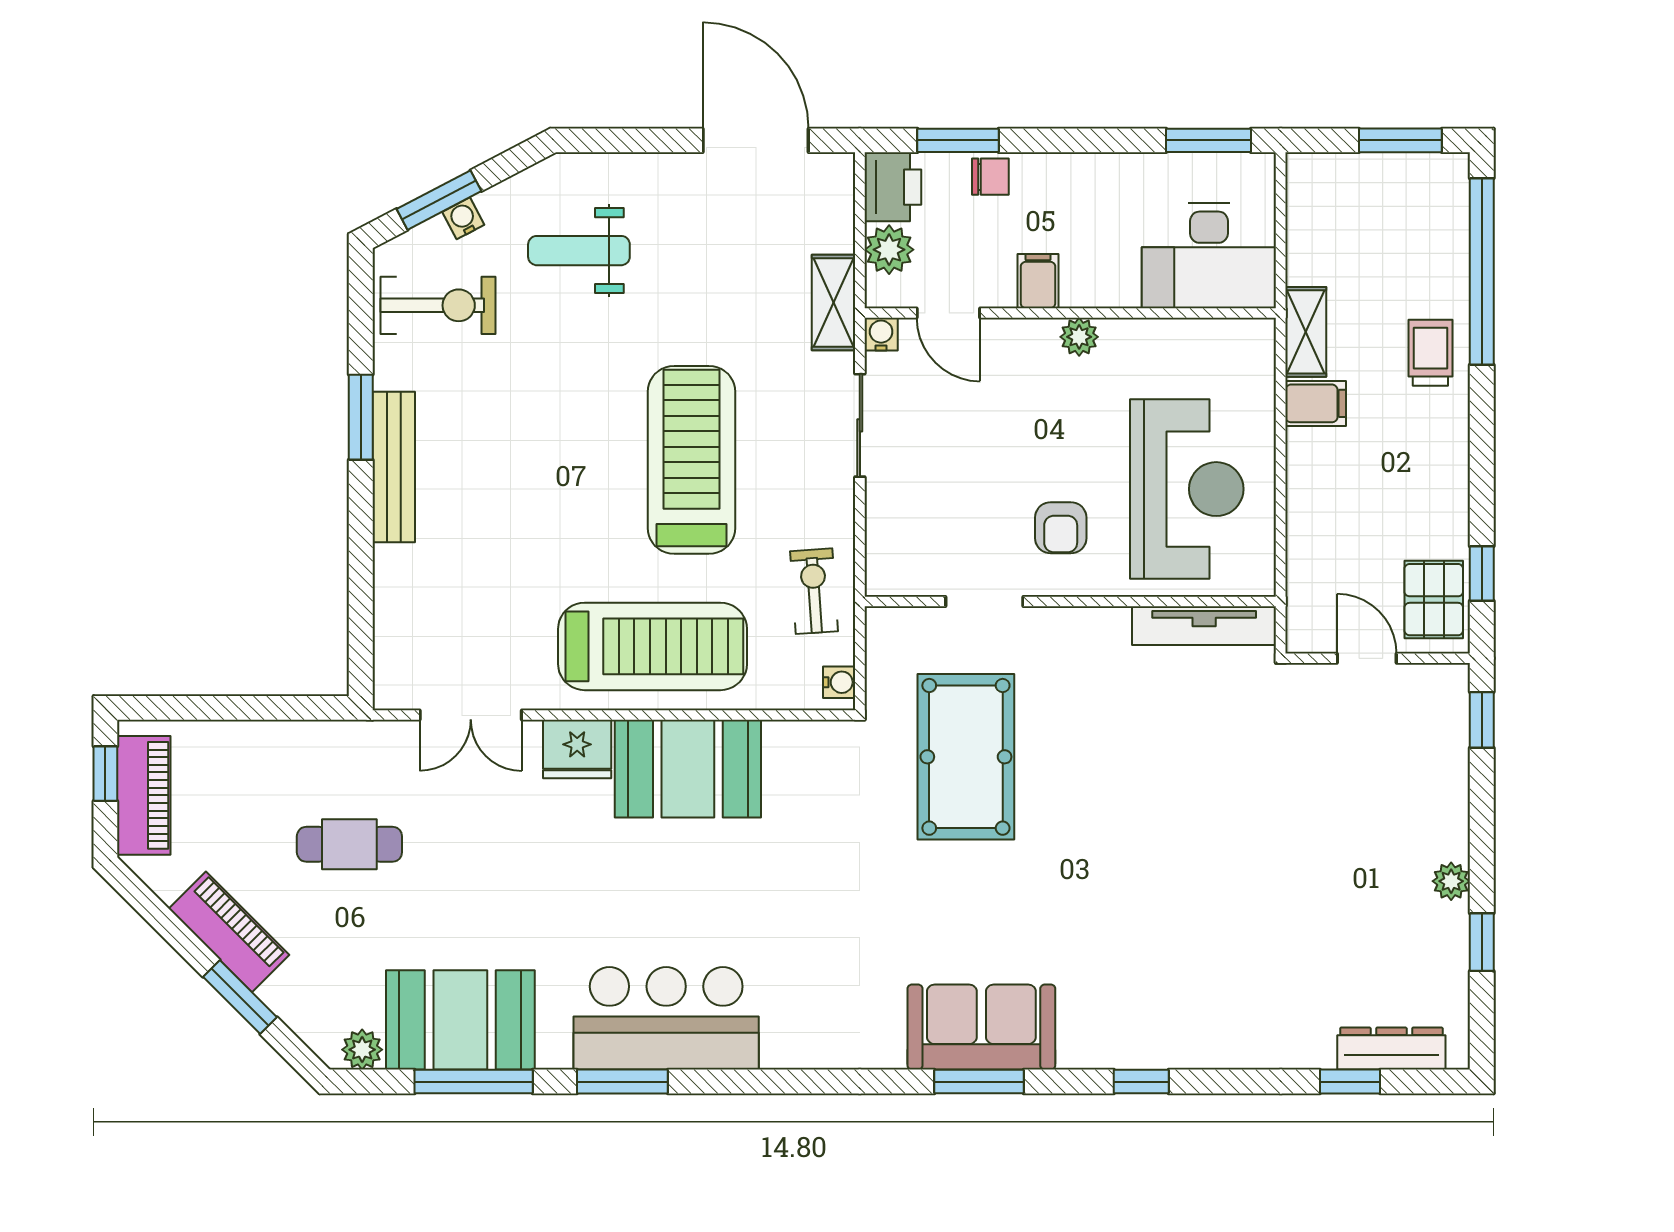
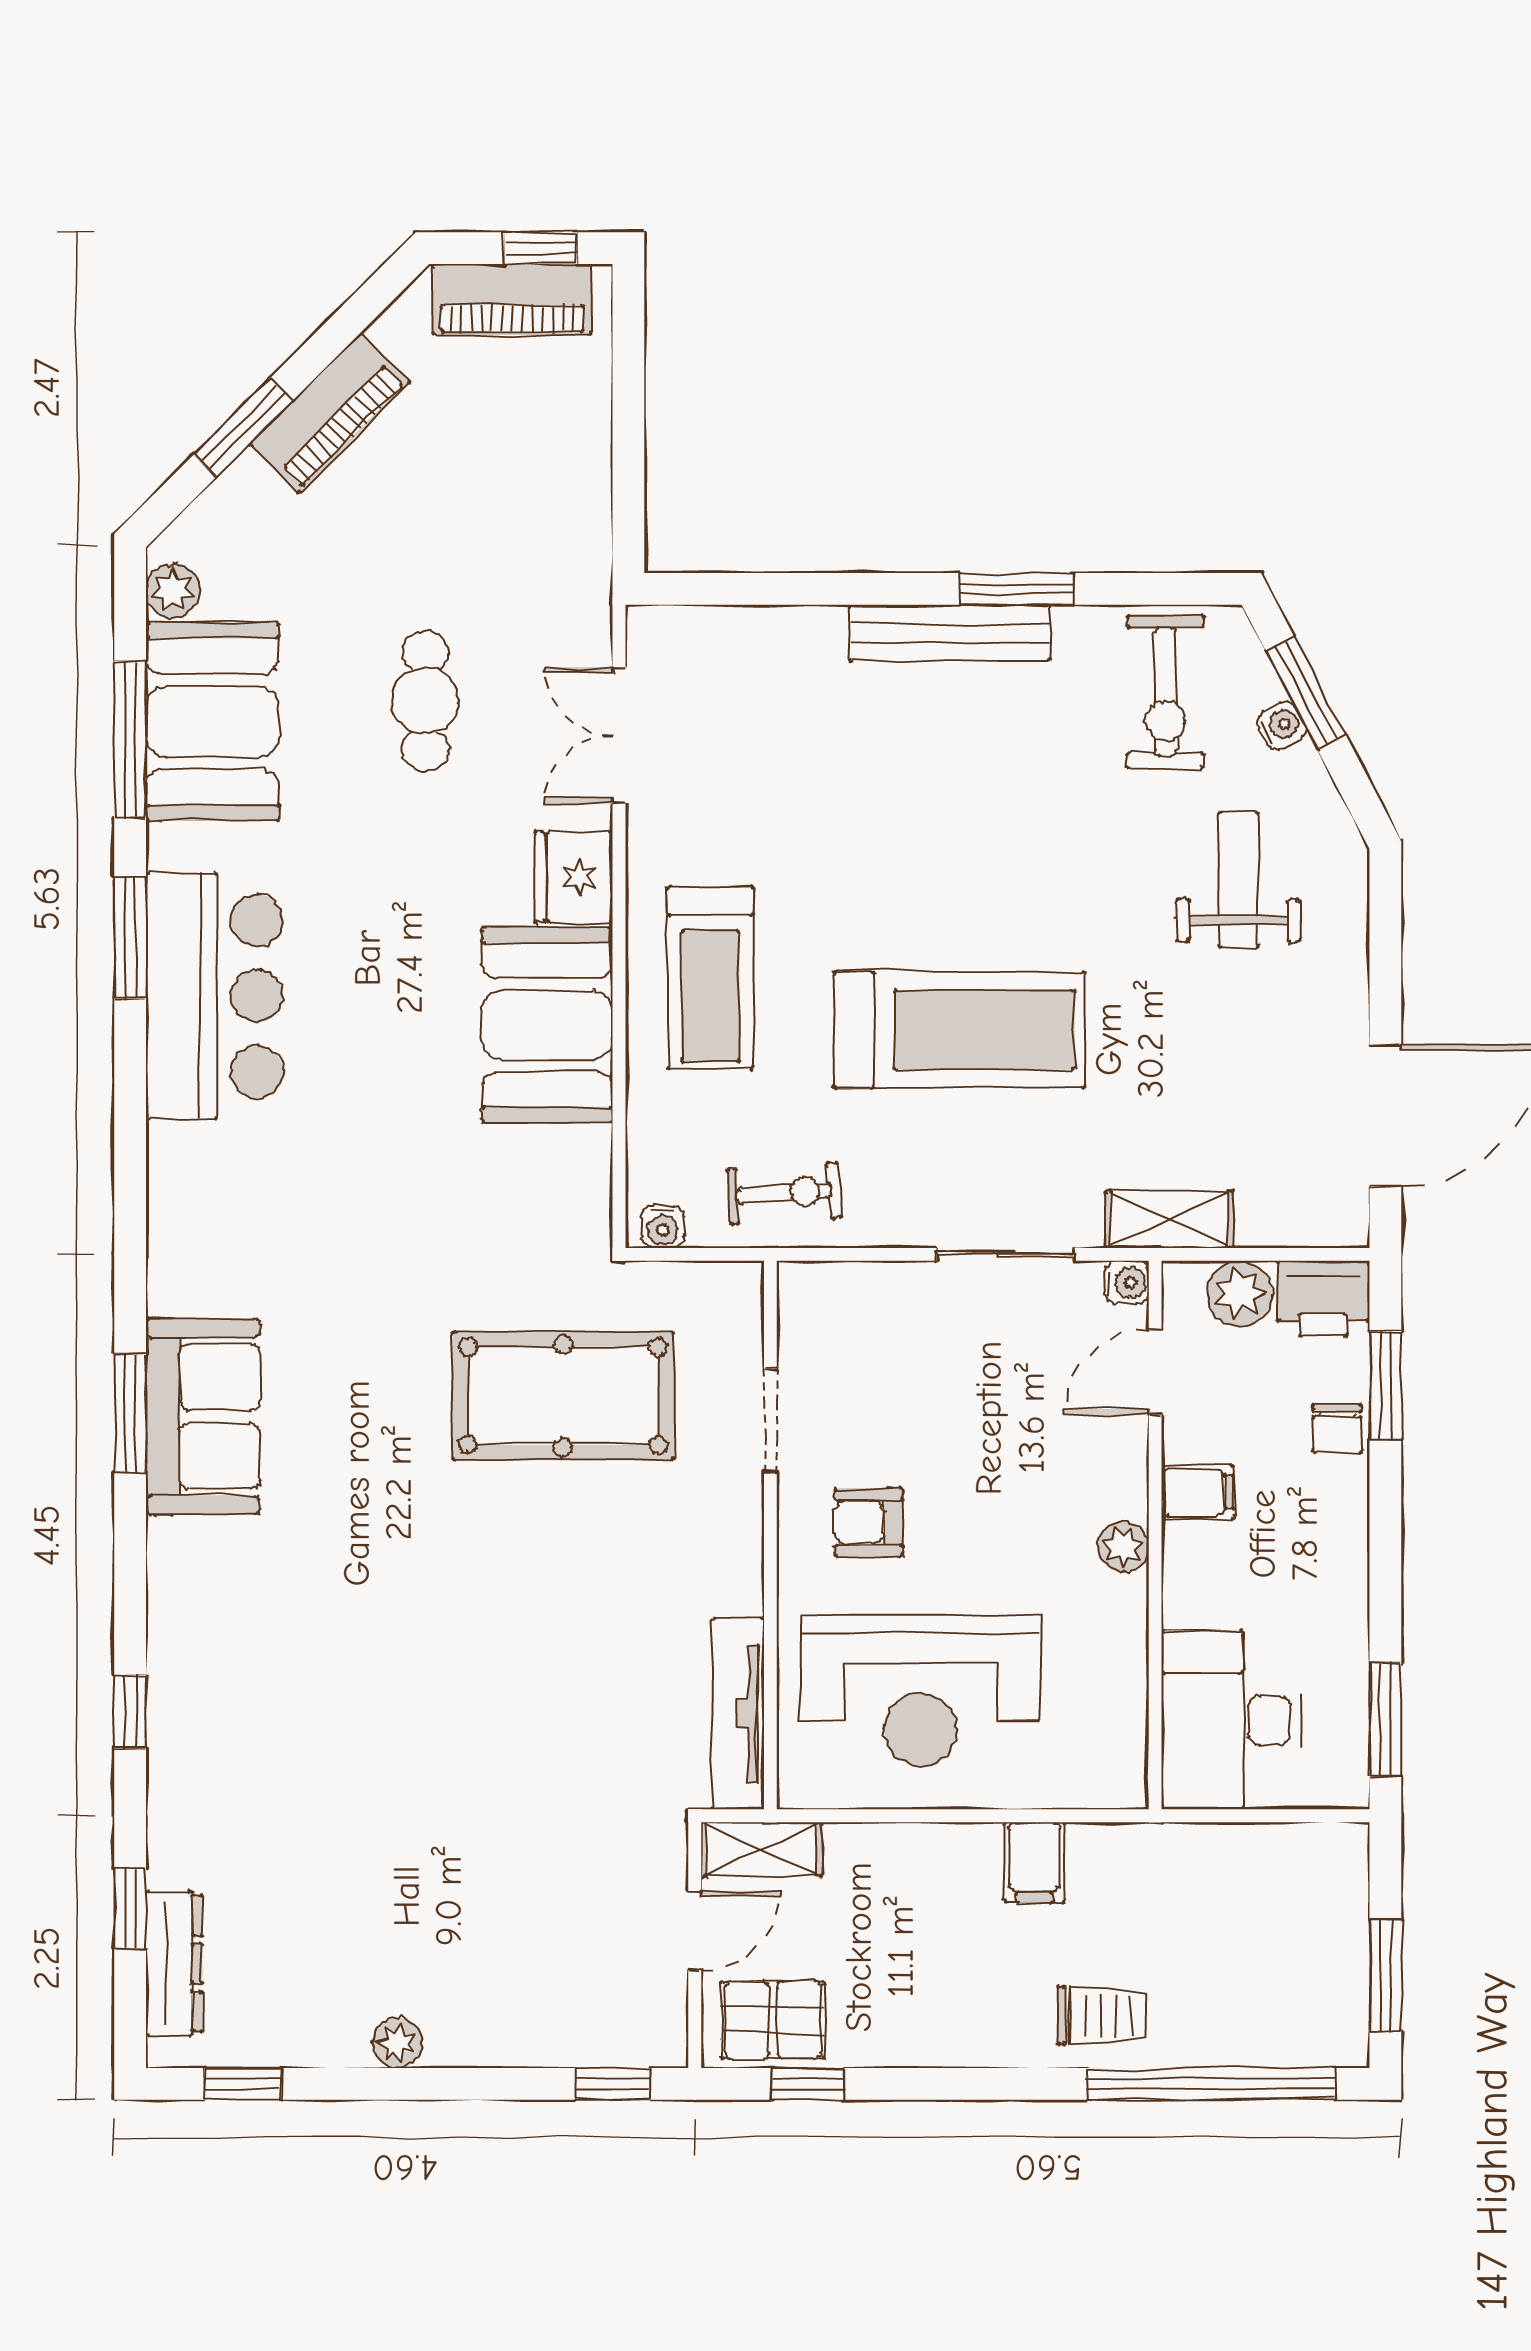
shelving: (1306, 332) -> (761, 1849), moved
treadmill: (653, 646) -> (710, 978), width x0.73, depth x0.73
cafe table: (349, 844) -> (425, 701), moved
window: (1482, 942) -> (243, 2084), moved
window: (1141, 1082) -> (130, 1712), moved

